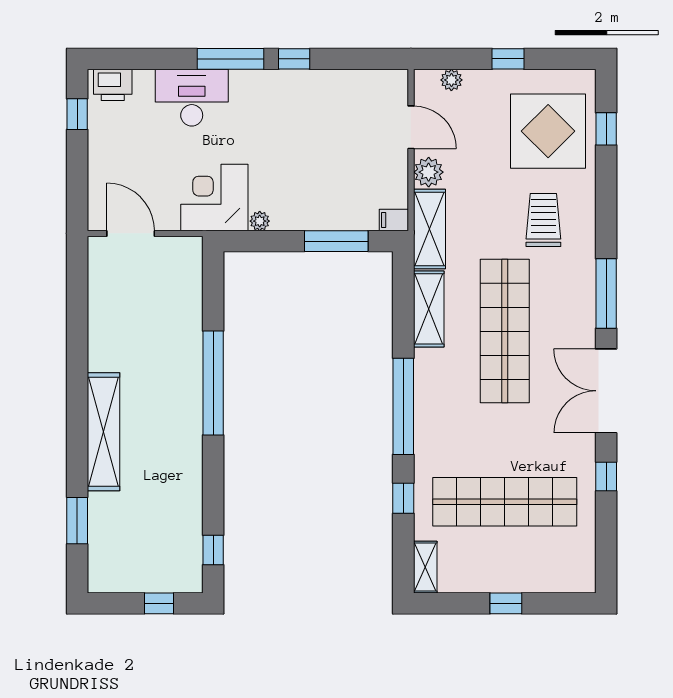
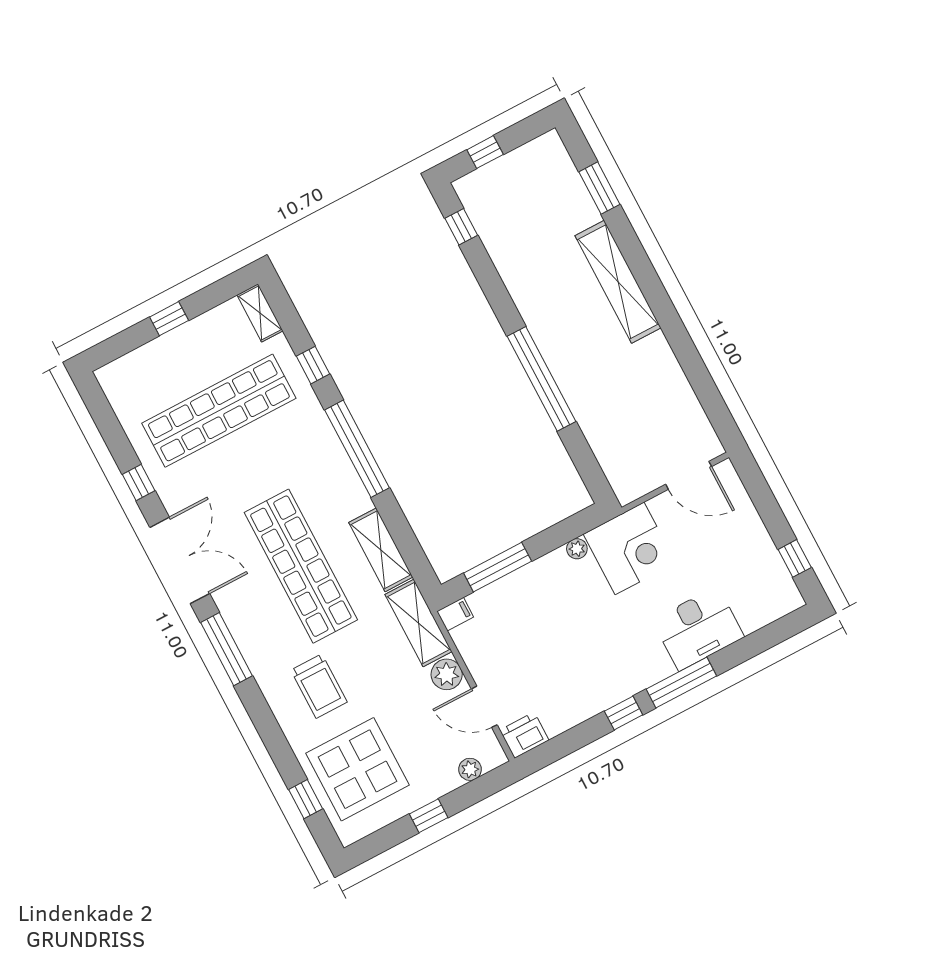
printer: (113, 85) -> (524, 735), moved

